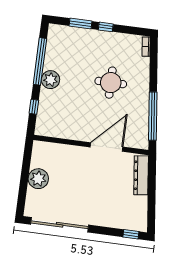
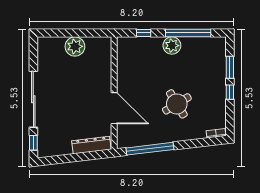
round table: (111, 83) -> (177, 104), turned -31
sliding door: (60, 225) -> (33, 99), moved

